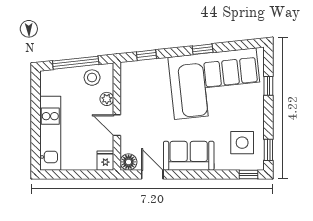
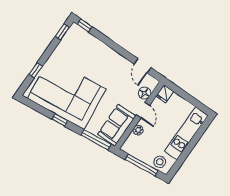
window: (146, 55) -> (96, 140), width x2.17
stool: (92, 78) -> (160, 162), moved
side table: (242, 143) -> (75, 47), removed
sofa: (189, 156) -> (117, 125), moved, turned 90
floor lamp: (129, 162) -> (145, 93), moved

